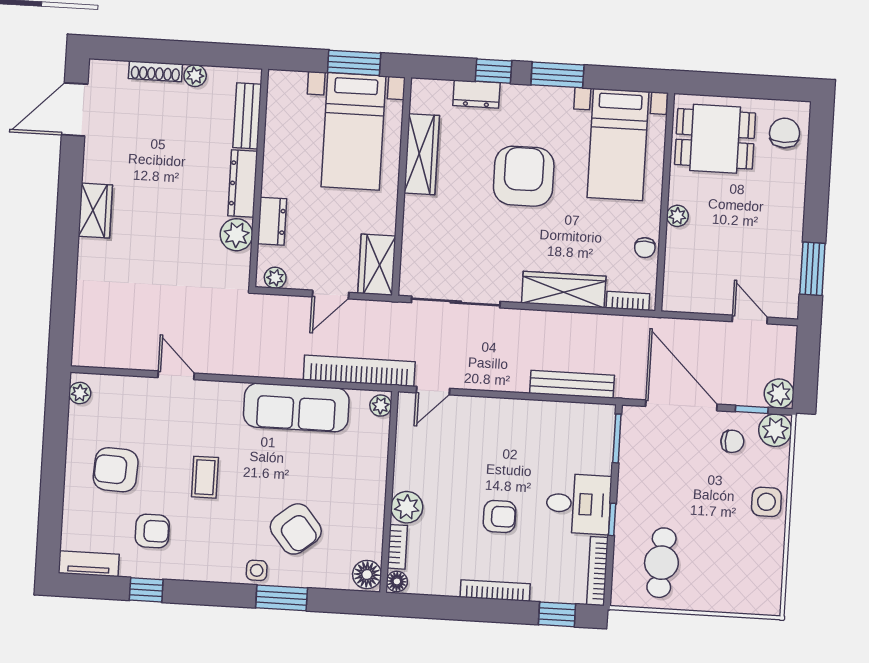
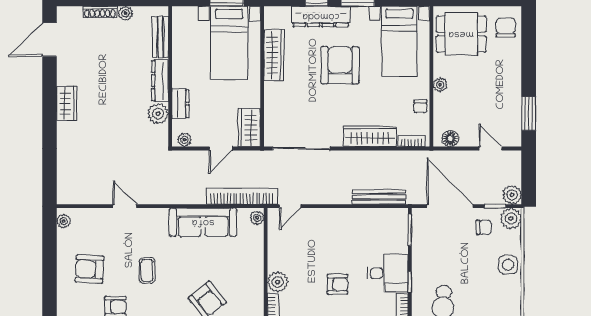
dresser: (476, 94) -> (321, 16), width x1.96, depth x1.24
floor lamp: (688, 300) -> (450, 139), added

